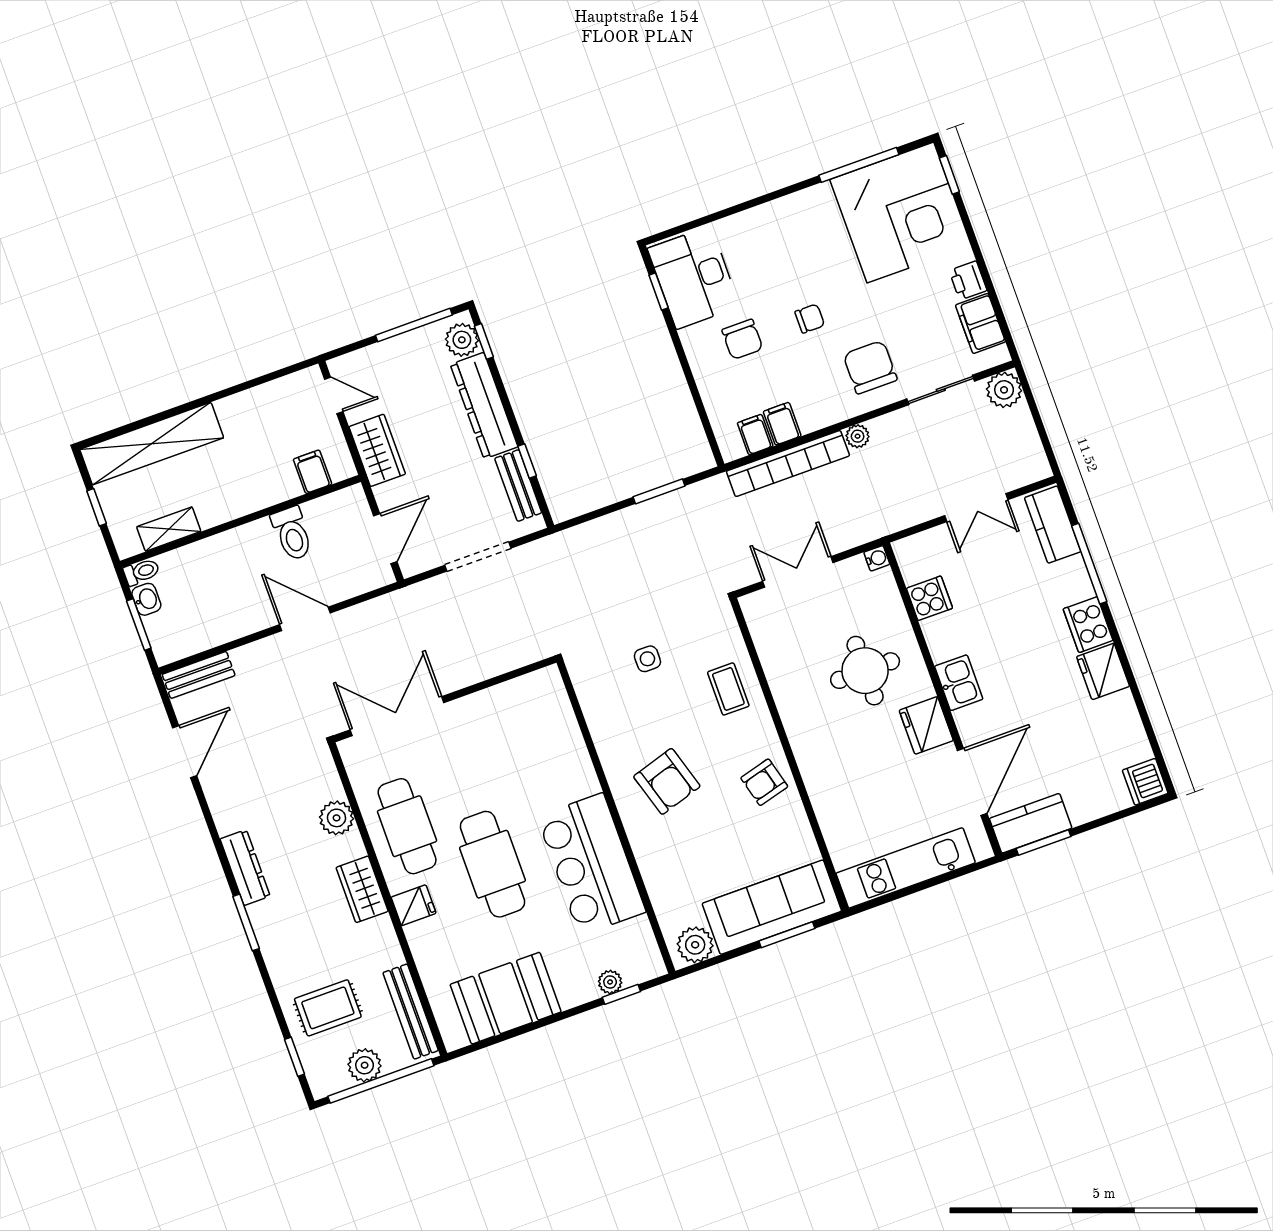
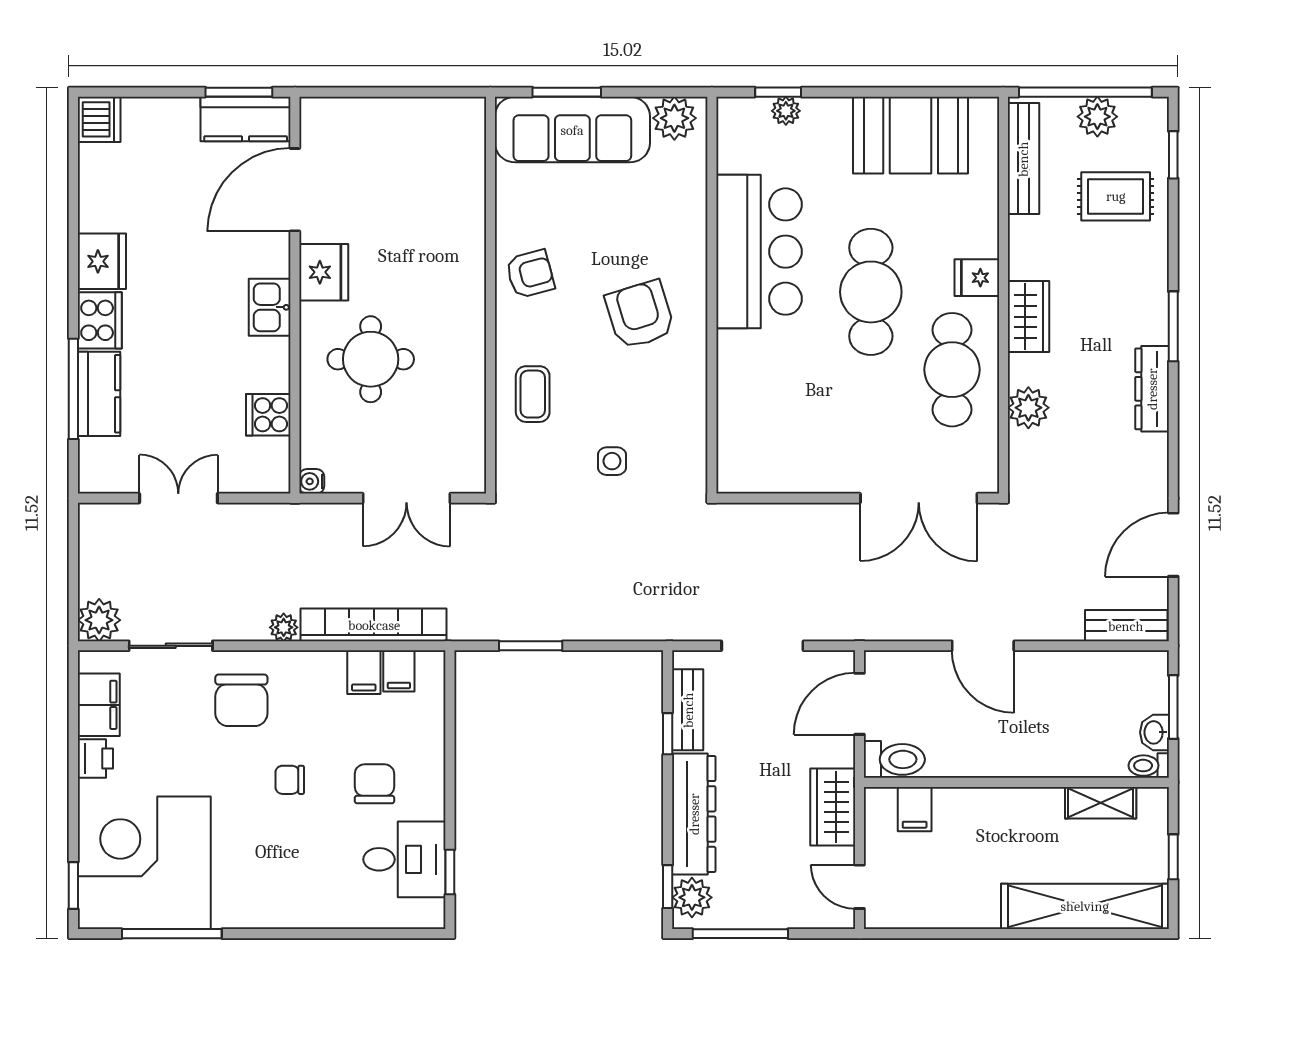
desk: (694, 278) -> (404, 859), width x0.73
kitchen counter: (1053, 525) -> (99, 394), moved
toilet: (292, 534) -> (894, 759), moved, turned 90
kitchen unit: (906, 868) -> (405, 119), removed

